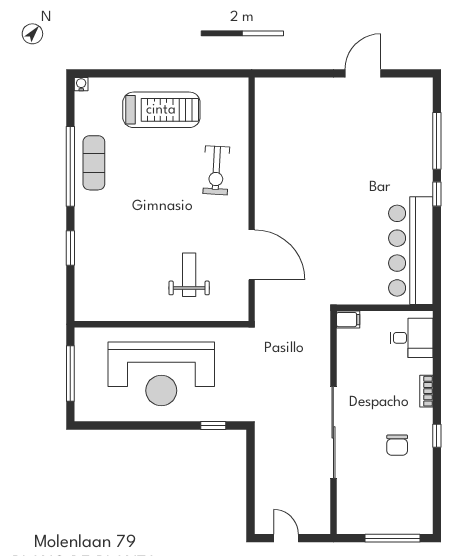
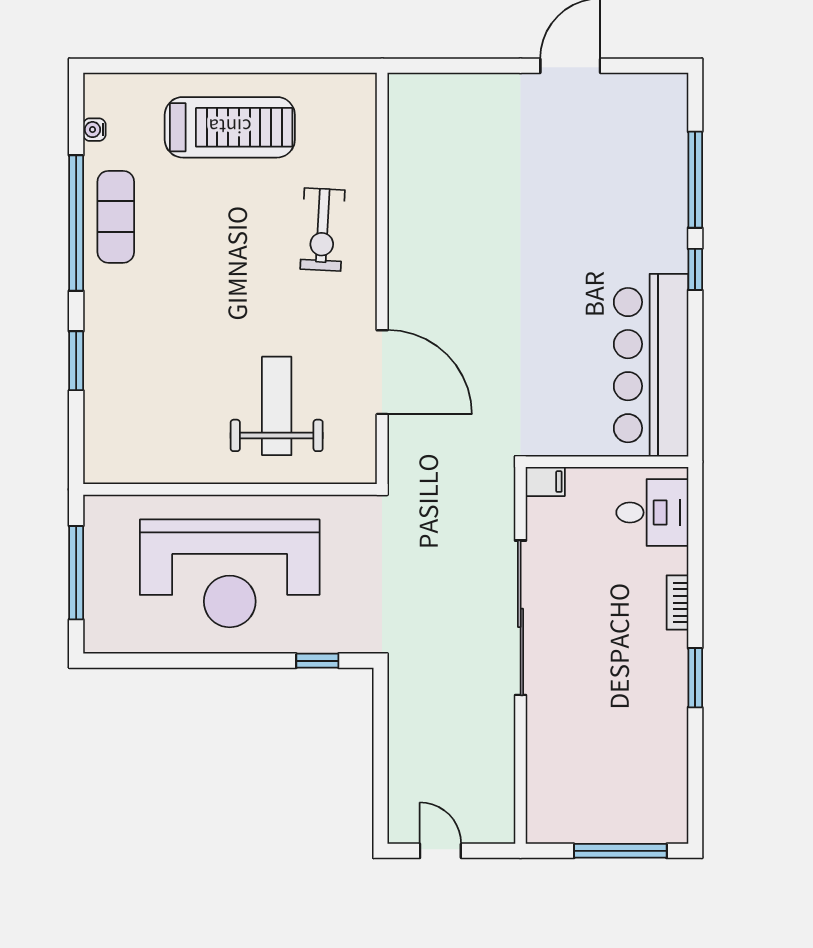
water cooler: (81, 84) -> (94, 130), moved, turned -90
weight bench: (189, 275) -> (277, 406), width x1.36, depth x1.33
sliding door: (333, 432) -> (521, 618), moved
window: (437, 436) -> (695, 678), width x1.50
chair: (397, 445) -> (628, 694), removed

